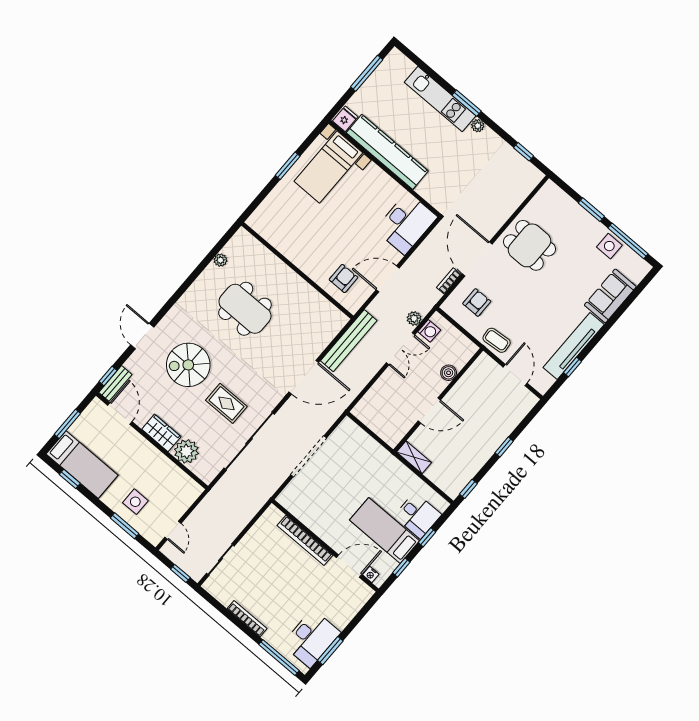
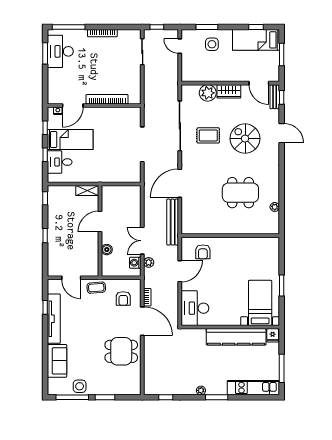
kitchen unit: (440, 99) -> (253, 388), moved
spiral stairs: (188, 365) -> (245, 139), turned -90

